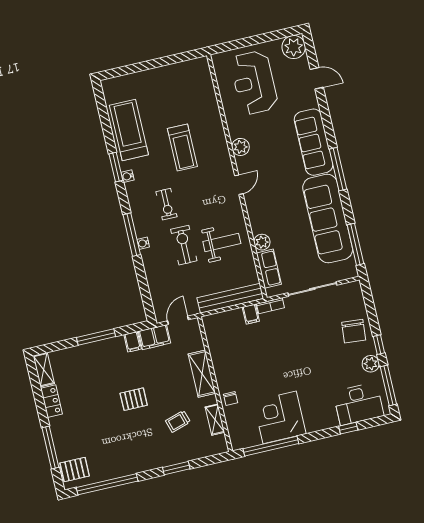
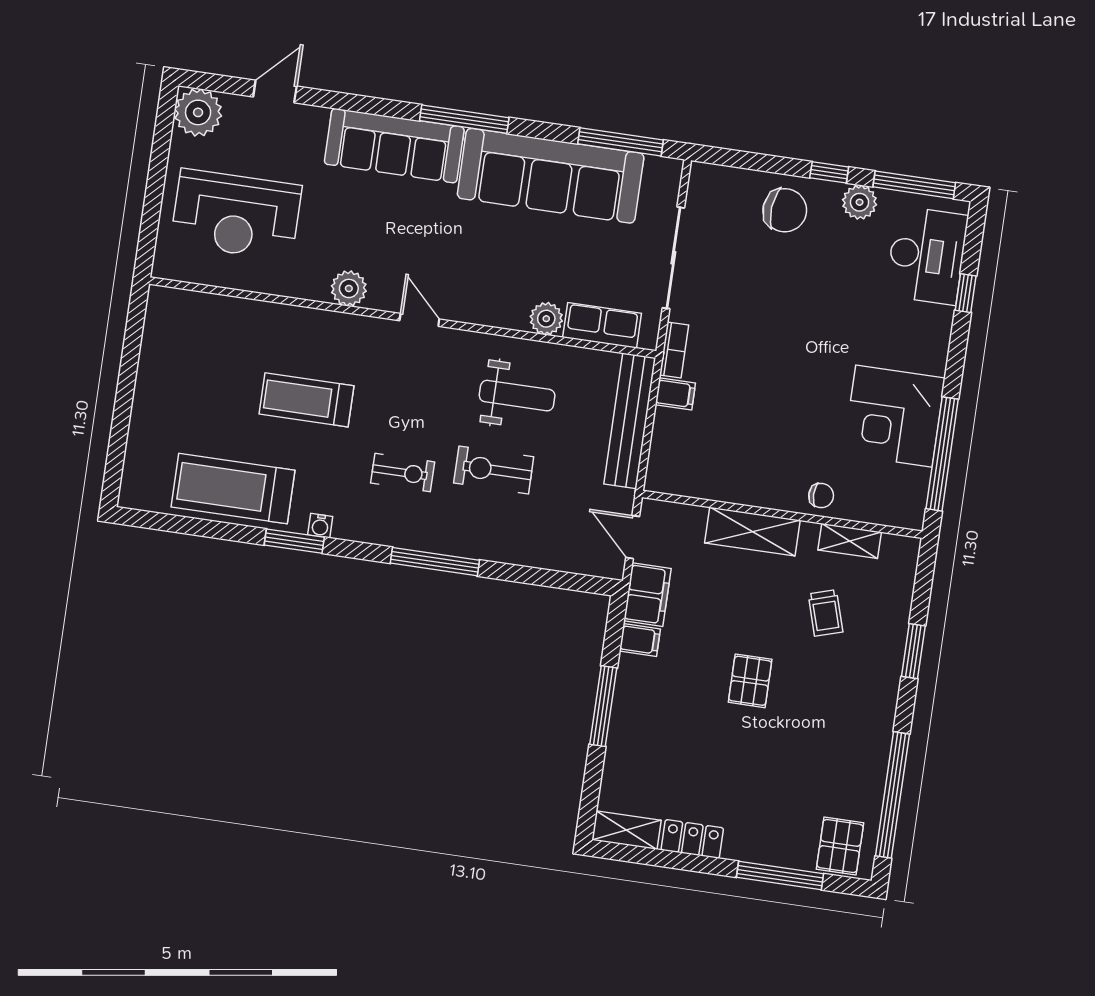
treadmill: (182, 148) -> (306, 400), turned 180
water cooler: (143, 243) -> (460, 546), removed
weight bench: (222, 243) -> (517, 396), turned 90

